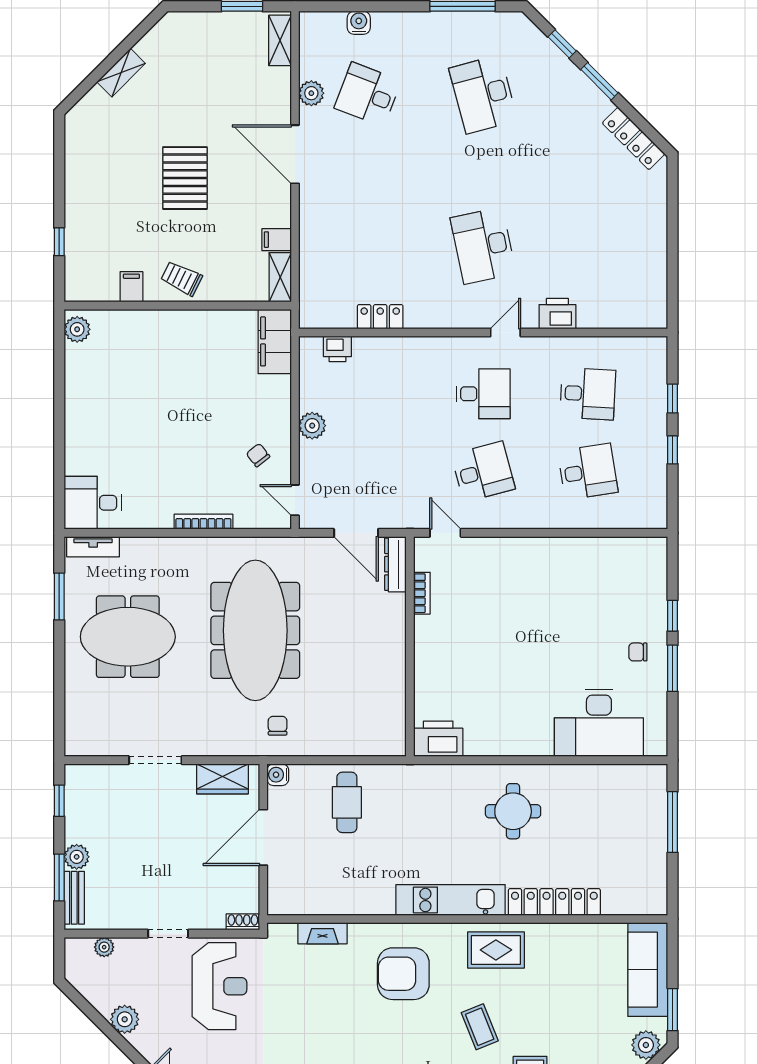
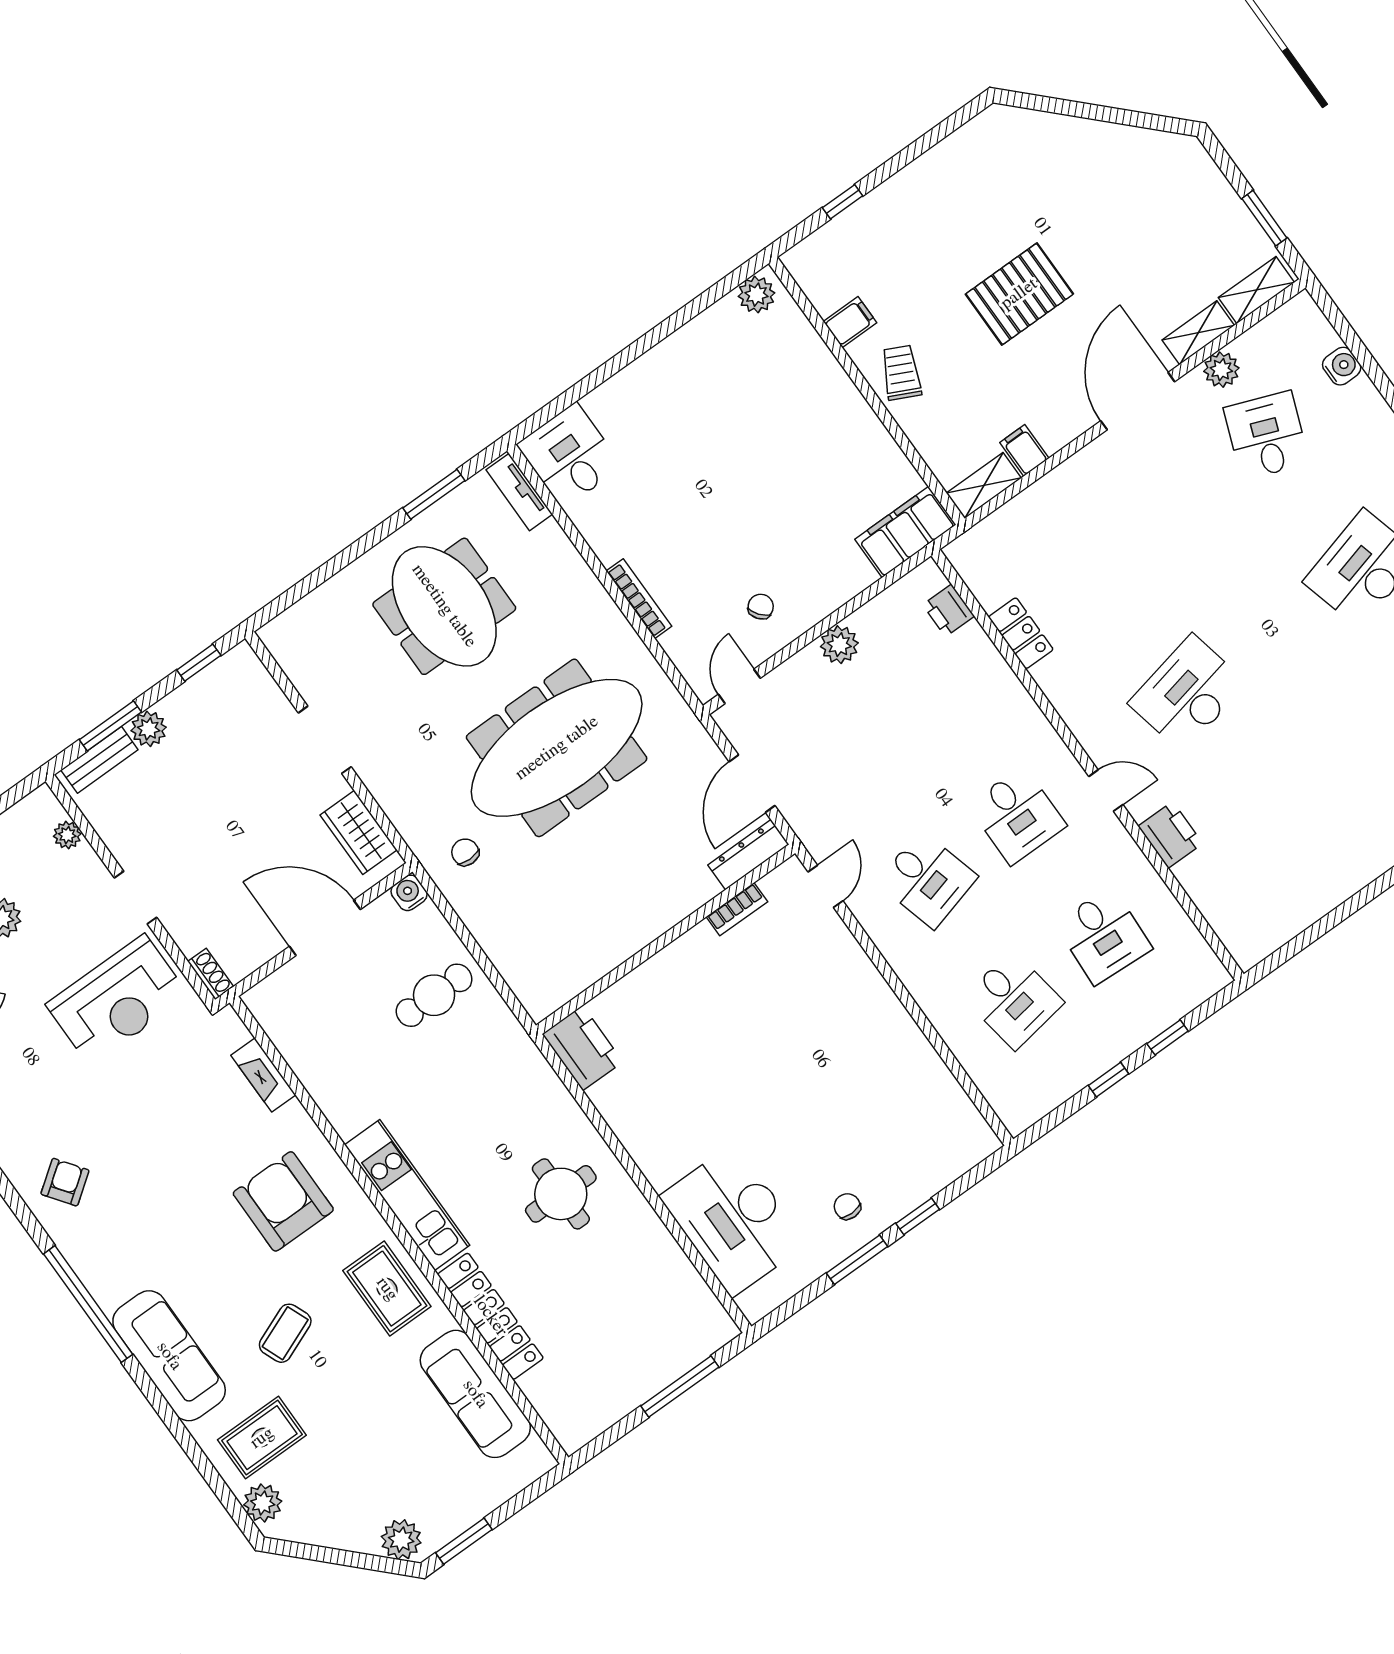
shelving: (121, 73) -> (1198, 333), moved, turned -45
chair: (278, 726) -> (465, 852), turned -90
sofa: (648, 970) -> (475, 1394), moved, turned -90

